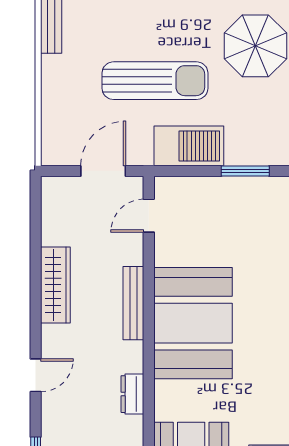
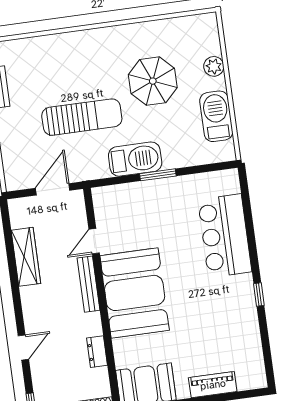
barbecue: (189, 146) -> (135, 159), moved
door: (149, 216) -> (94, 241), moved
wardrobe: (55, 285) -> (26, 257), moved

